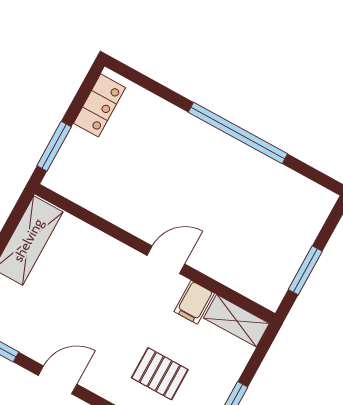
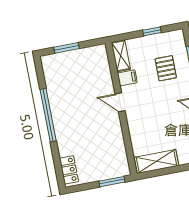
locker: (100, 105) -> (69, 170), moved, turned 90
window: (305, 270) -> (66, 48), moved

